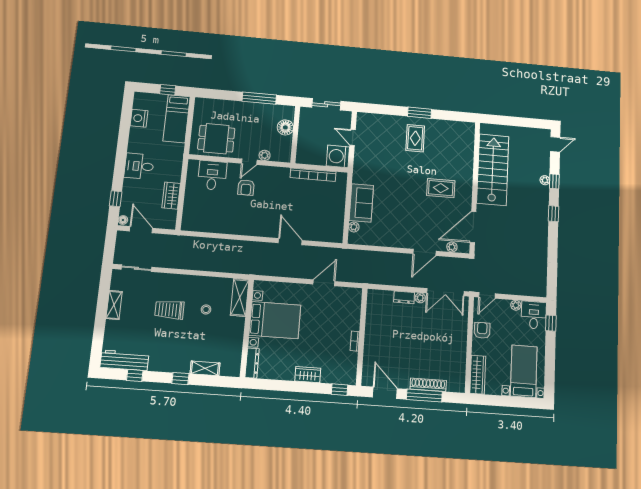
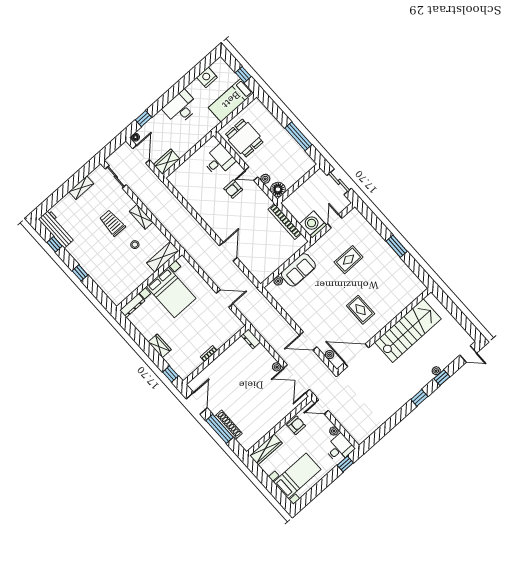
floor lamp: (285, 127) -> (278, 189), moved
rug: (415, 138) -> (349, 260), moved
desk: (139, 166) -> (181, 108), width x1.37
wardrobe: (171, 196) -> (167, 162), moved
dresser: (404, 297) -> (251, 339), moved
shelving: (205, 368) -> (141, 217), moved

